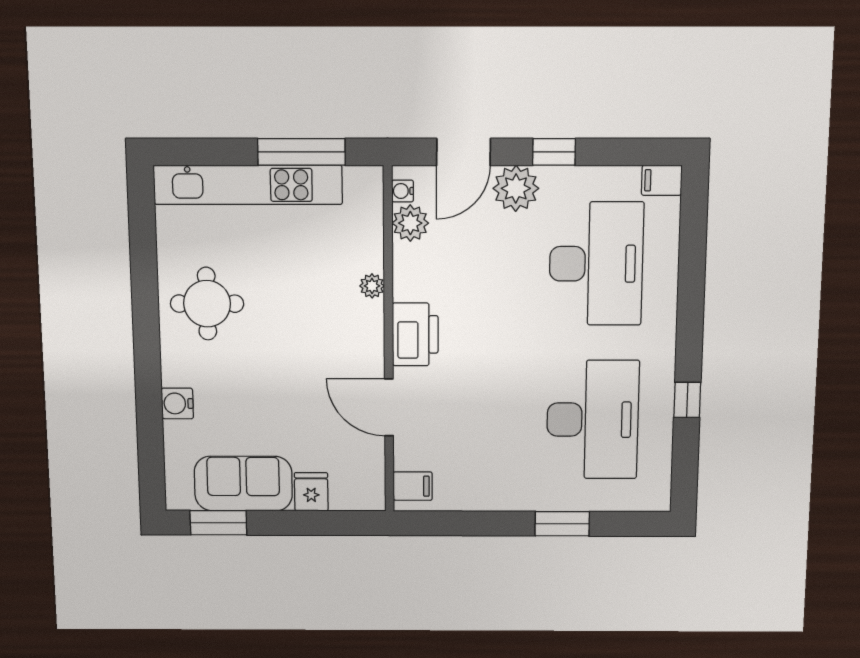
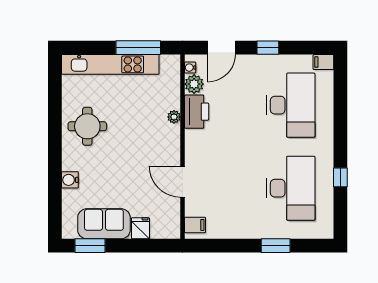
plant: (516, 188) -> (249, 66), removed
printer: (415, 334) -> (197, 112), moved

